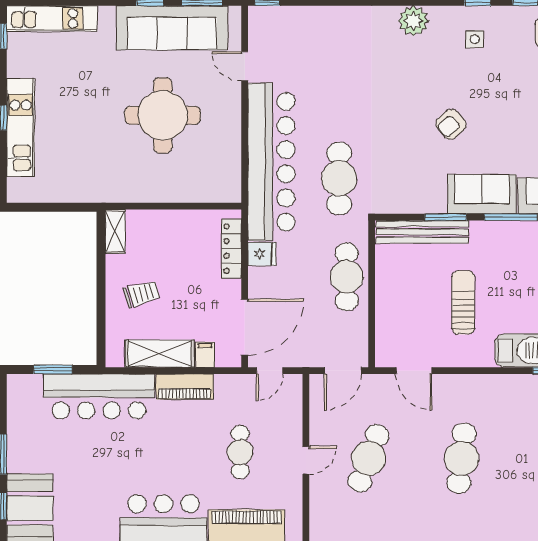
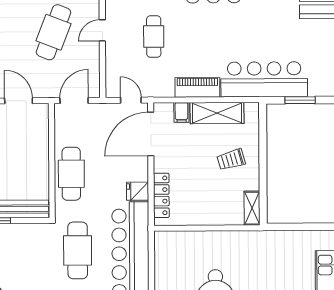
door: (270, 371) -> (131, 100), hinge flipped

